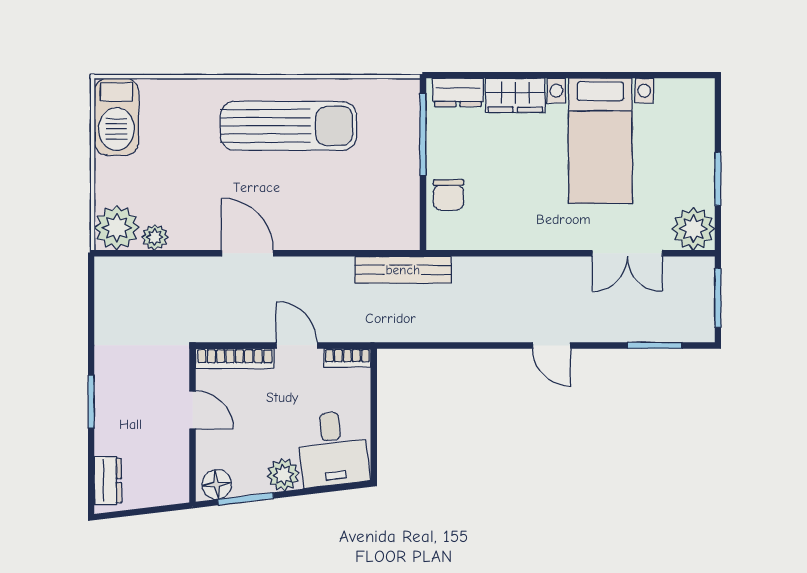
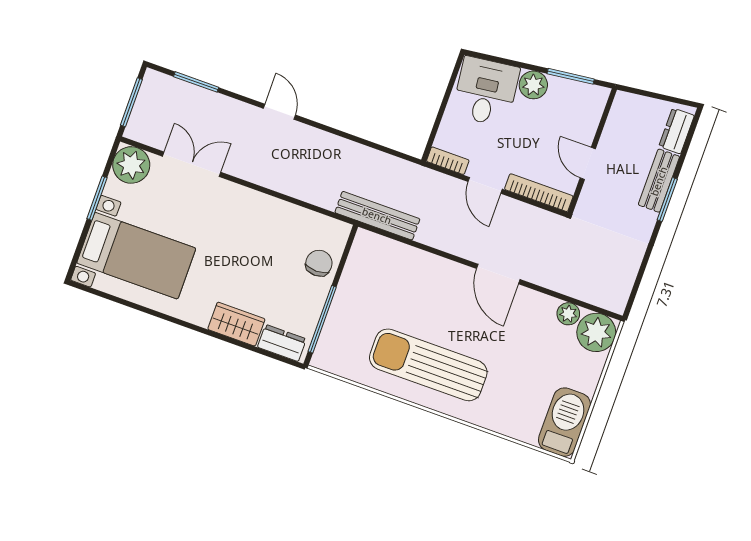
bed with nightstands: (600, 141) -> (136, 256), moved, turned 90
bench: (108, 419) -> (659, 181), added
floor lamp: (217, 484) -> (590, 96), removed

